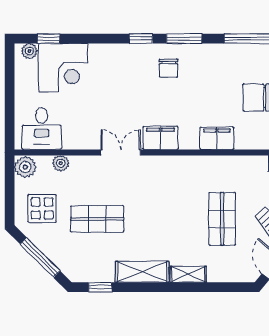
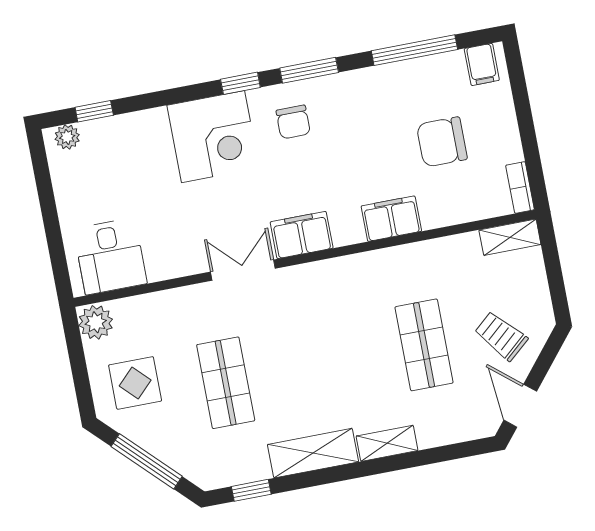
corner desk: (63, 68) -> (213, 137), moved
plant: (61, 163) -> (151, 306), removed
shop shelf: (97, 219) -> (226, 383), turned 90

